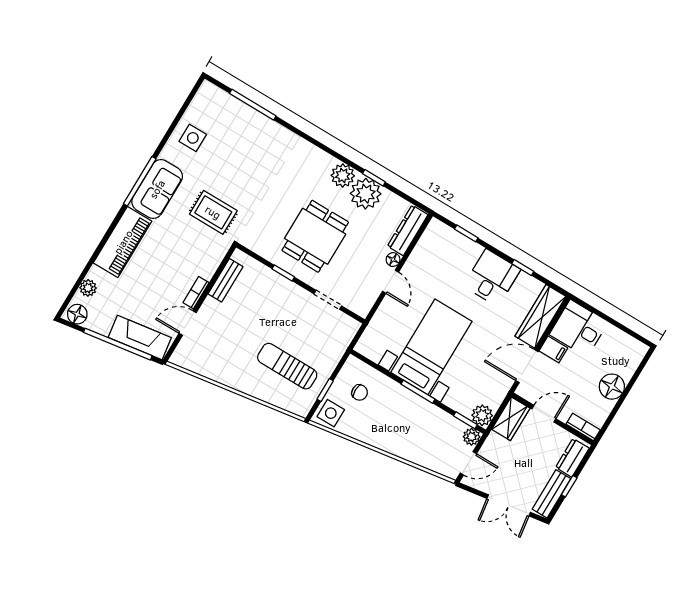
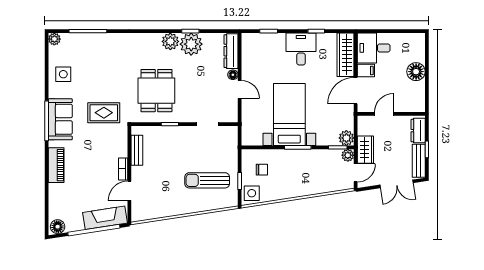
dining table: (315, 236) -> (156, 91), moved
piano: (123, 242) -> (56, 165), width x0.73, depth x0.75
plant: (88, 288) -> (54, 39), moved
wardrobe: (511, 419) -> (365, 150), moved
bookcase: (583, 427) -> (413, 107), removed

